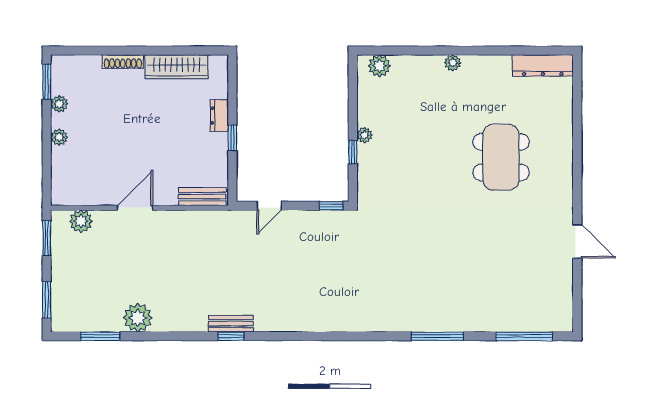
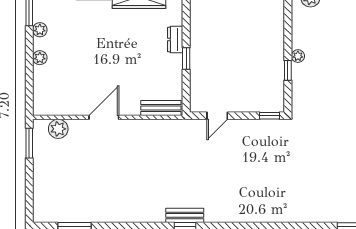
window: (47, 300) -> (29, 195), removed
plant: (138, 318) -> (106, 210), removed

